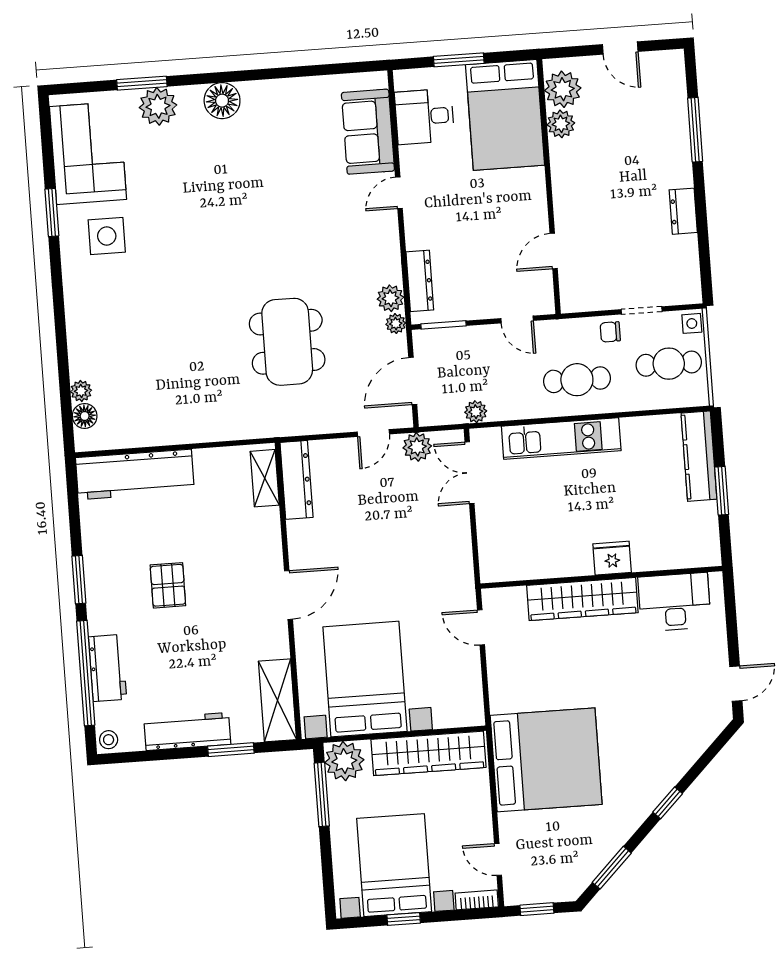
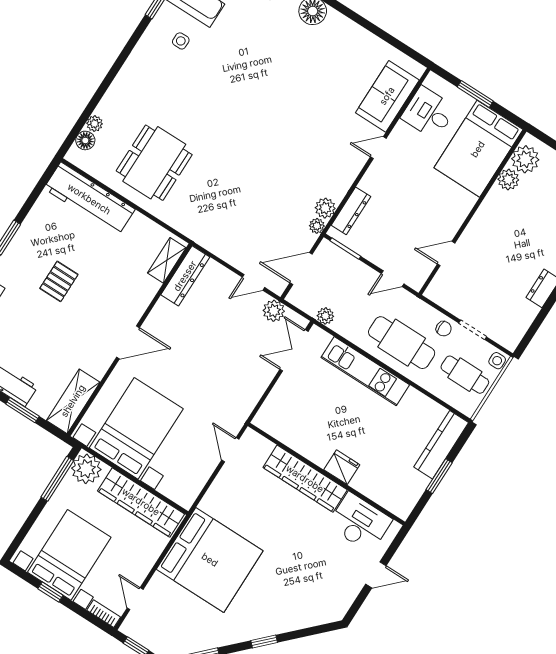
side table: (107, 236) -> (181, 41), width x0.54, depth x0.54
door: (517, 320) -> (393, 279), hinge flipped
chair: (610, 332) -> (444, 329), turned 180
dining table: (287, 342) -> (154, 163), moved
cafe table: (577, 380) -> (402, 343), width x1.37, depth x1.35
door: (736, 684) -> (376, 575), moved

